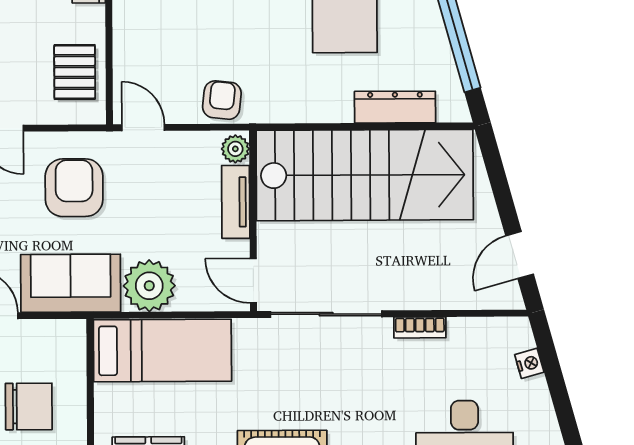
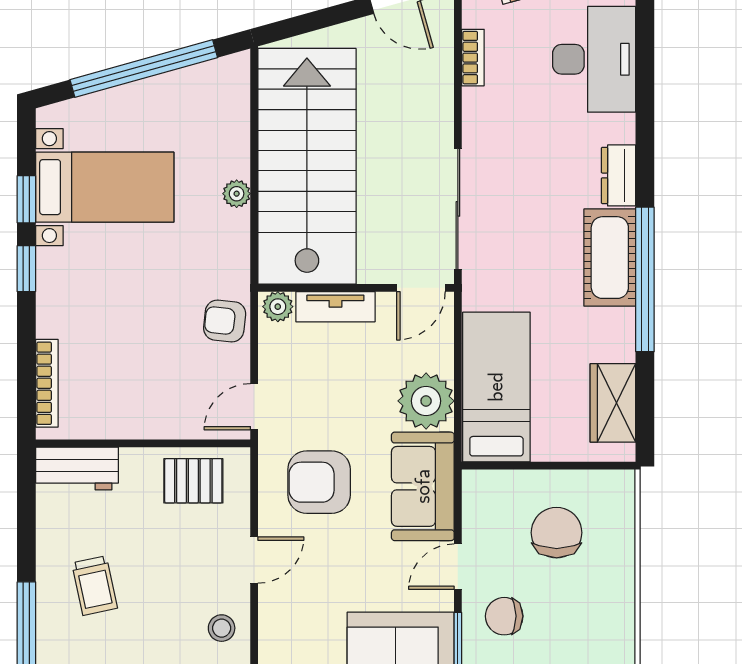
dresser: (395, 107) -> (233, 133), removed
plant: (339, 110) -> (237, 194), added
bookcase: (420, 327) -> (473, 58), moved

